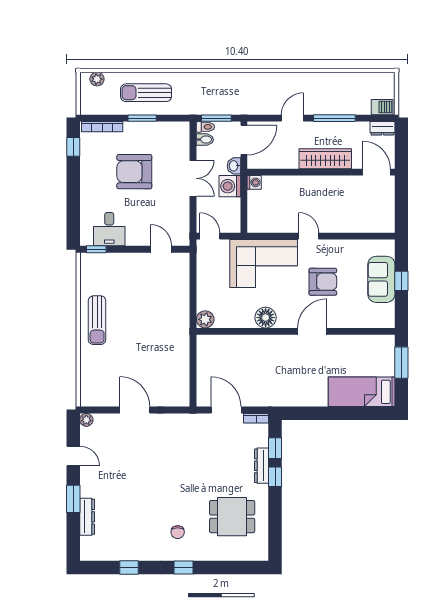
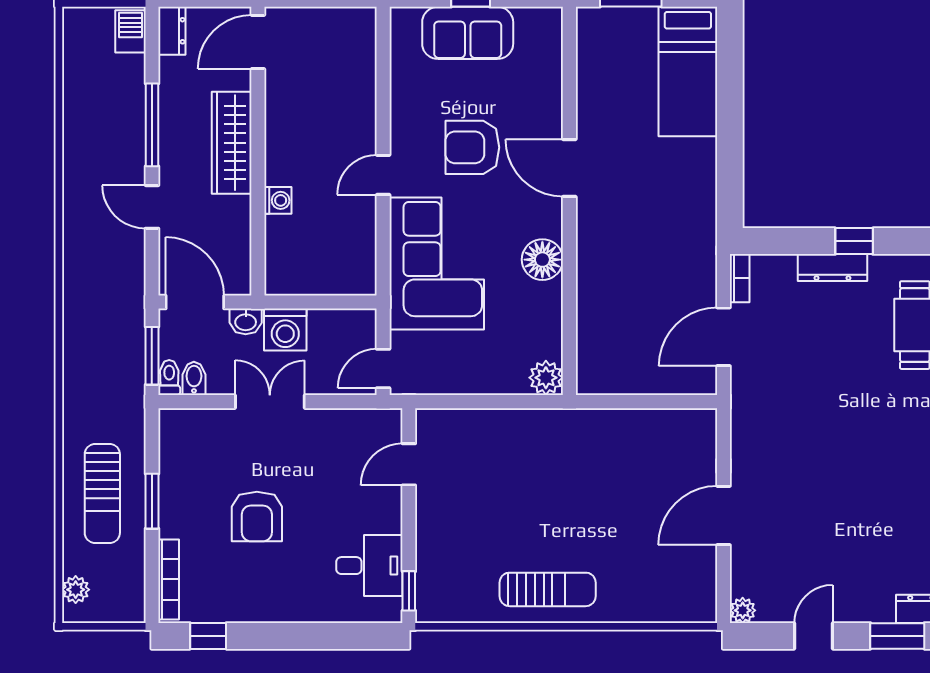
armchair: (134, 172) -> (257, 516), width x0.73, depth x0.73
washing machine: (254, 182) -> (278, 200), moved, turned 90
armchair: (323, 282) -> (472, 147), turned -90
window: (275, 448) -> (798, 241), removed

